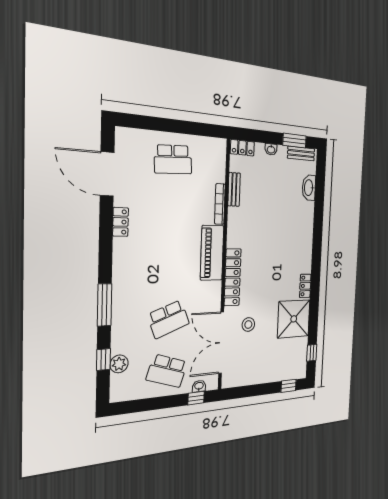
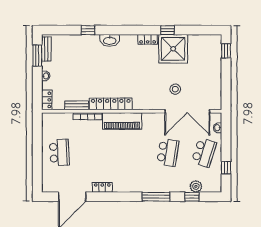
washbasin: (309, 188) -> (110, 40), moved
window: (319, 210) -> (88, 30), added
locker: (233, 277) -> (111, 104), moved
school desk: (168, 319) -> (168, 152), turned 30
window: (312, 353) -> (168, 30), moved
window: (196, 398) -> (226, 168), moved

